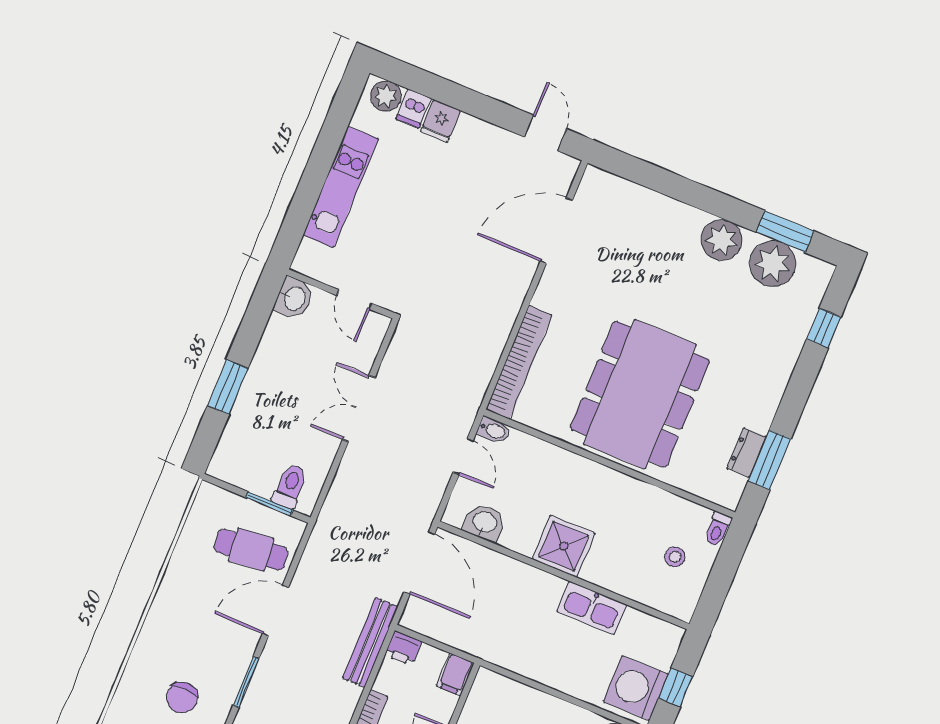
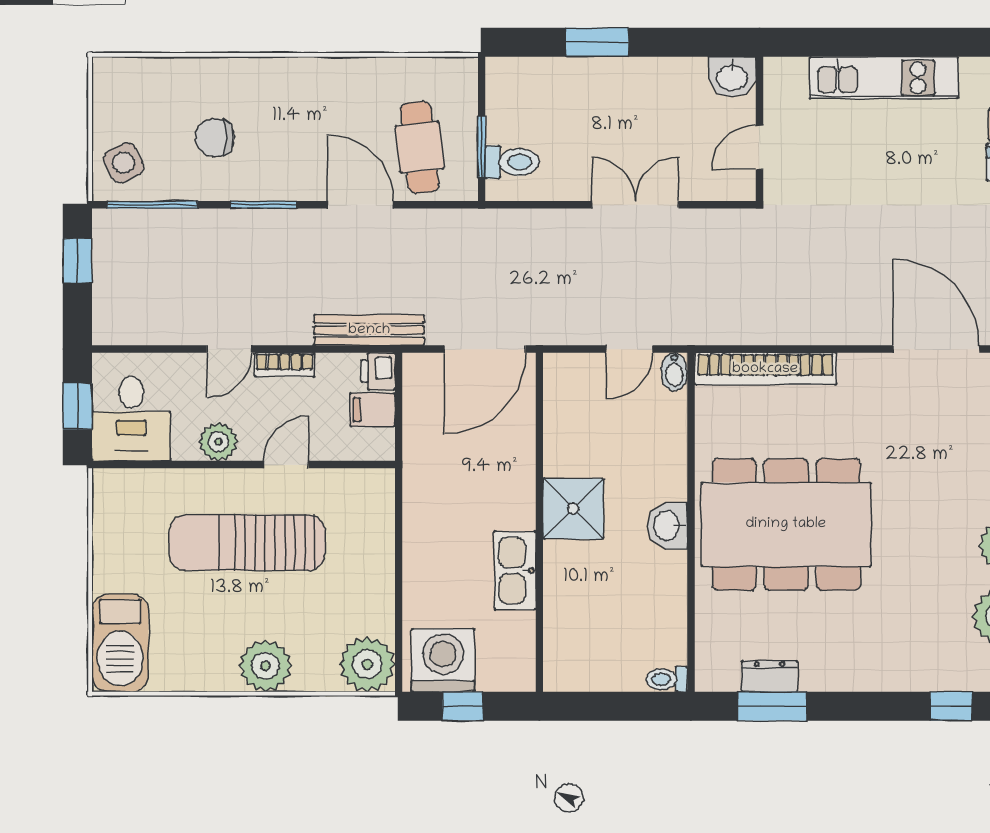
washbasin: (484, 523) -> (667, 526), moved, turned 180
stool: (675, 557) -> (614, 643), removed
filing cabinet: (455, 674) -> (372, 410), moved

